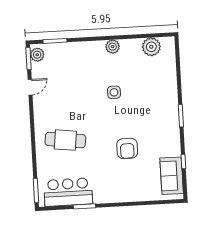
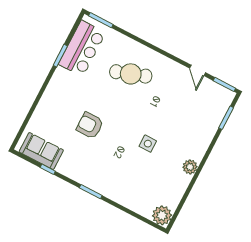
plant: (151, 47) -> (162, 215), moved
plant: (37, 55) -> (223, 94), removed
cafe table: (65, 140) -> (131, 74), turned 64

